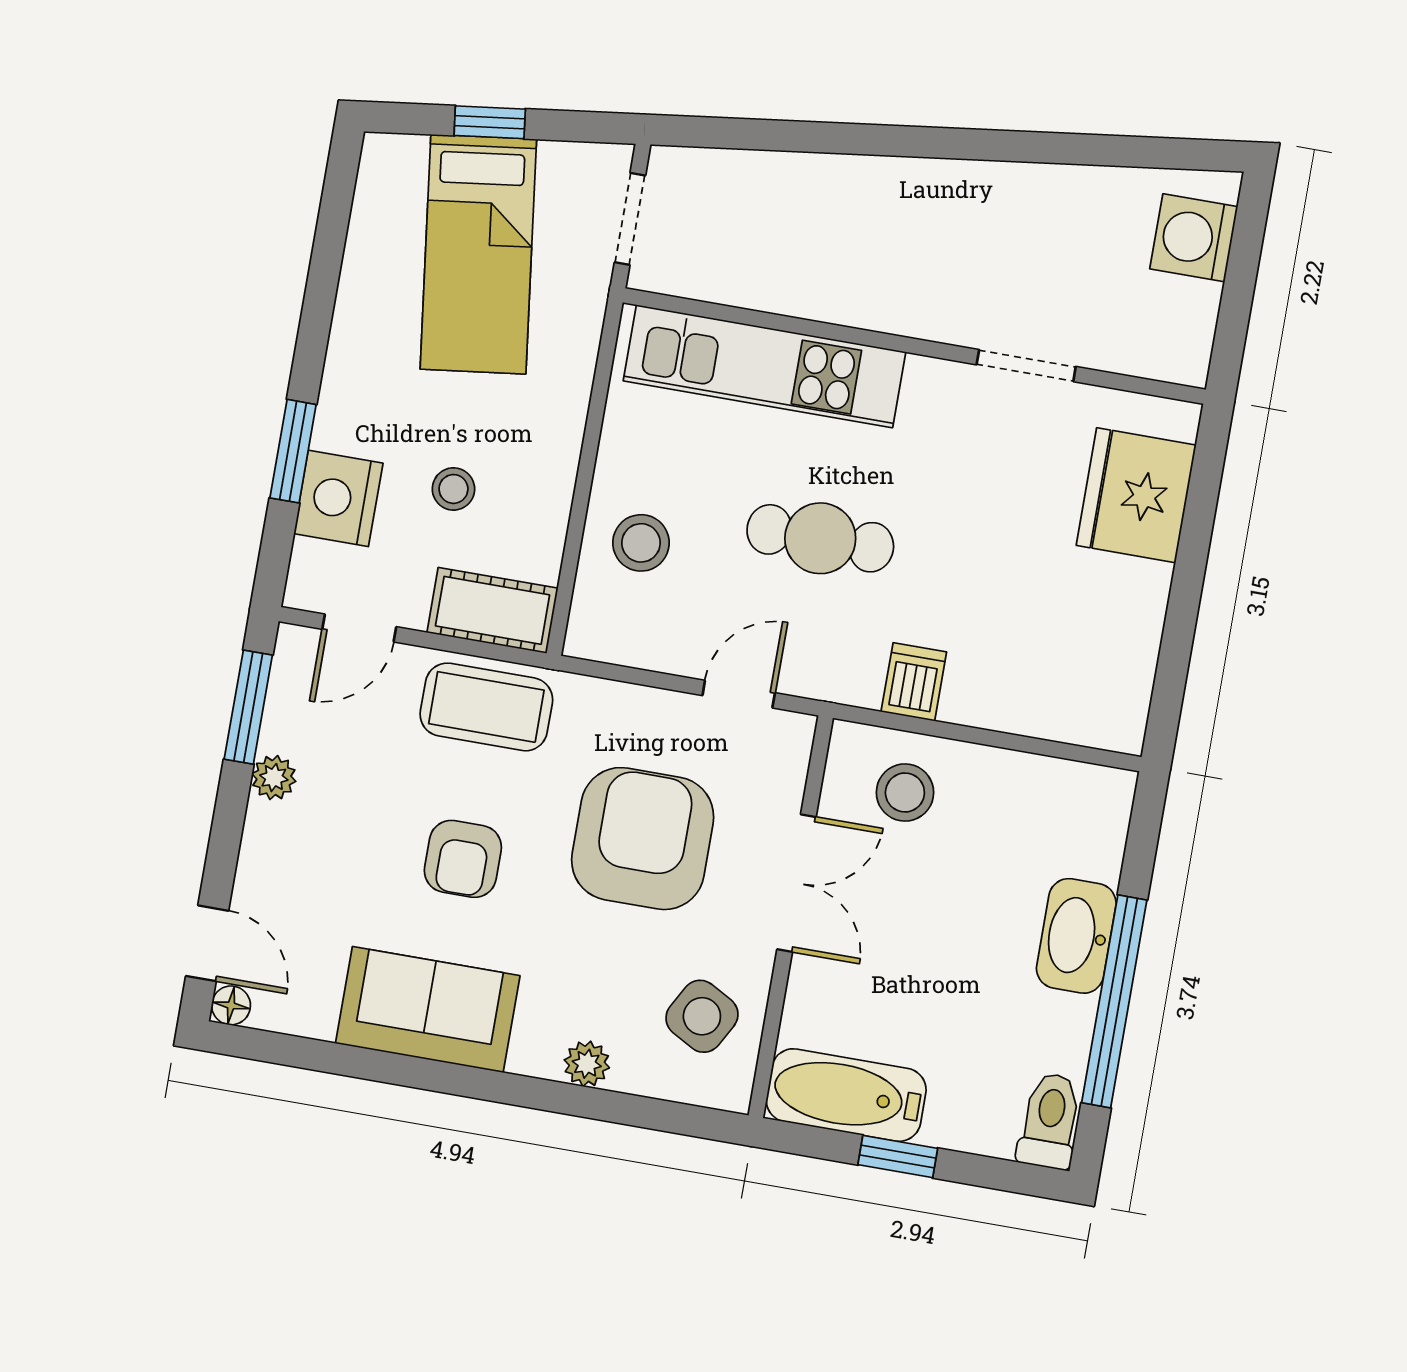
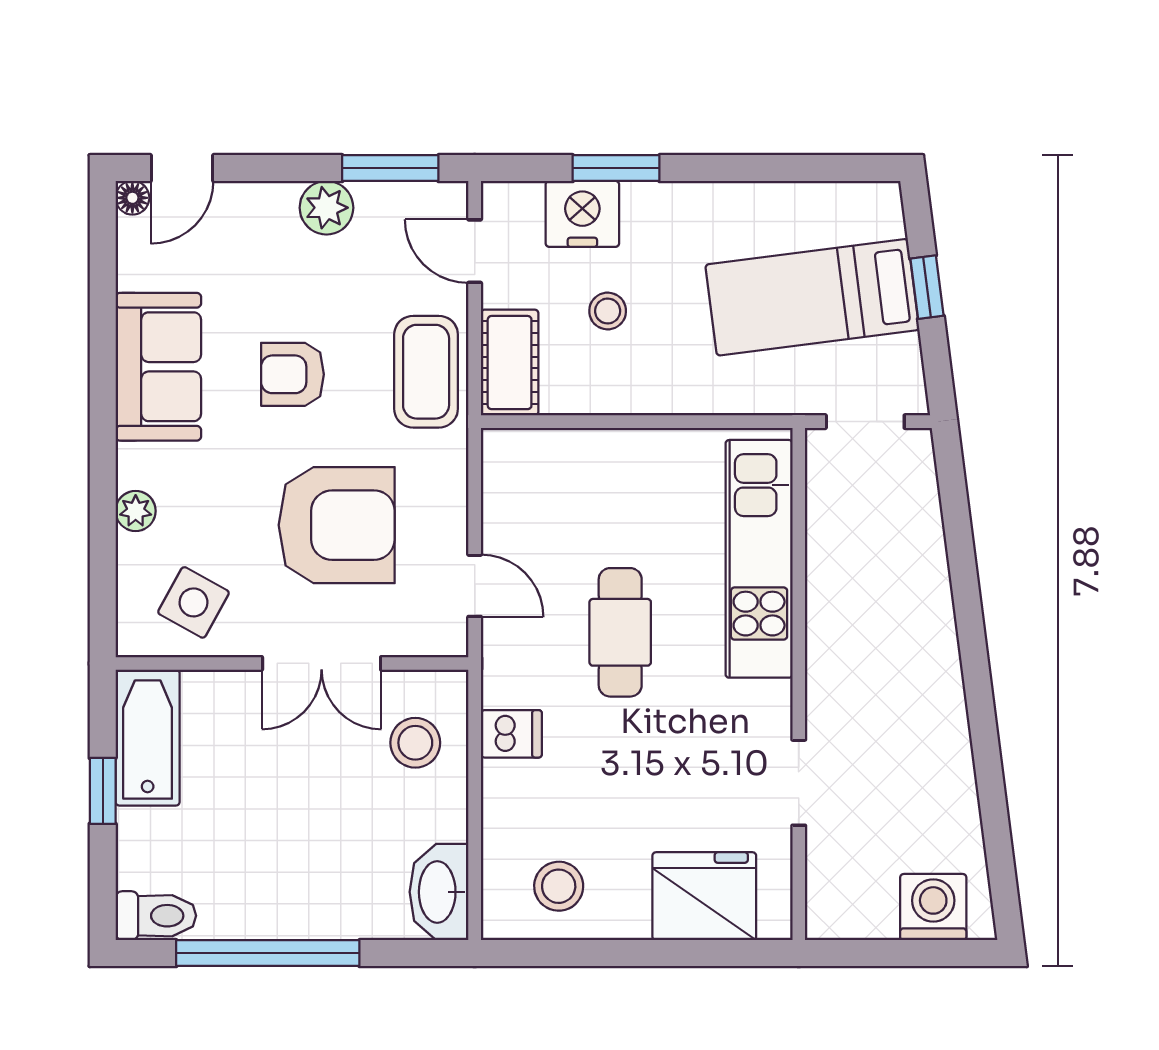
stool: (641, 543) -> (559, 886), moved
plant: (274, 778) -> (326, 208), width x1.38, depth x1.38
washbasin: (1076, 936) -> (439, 892), moved, turned -90

